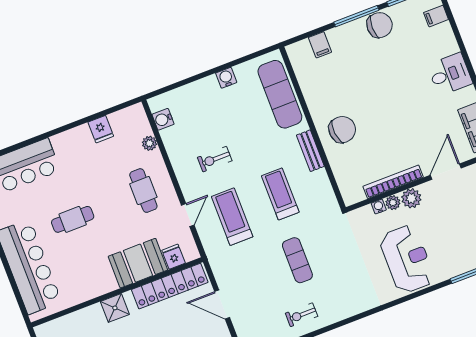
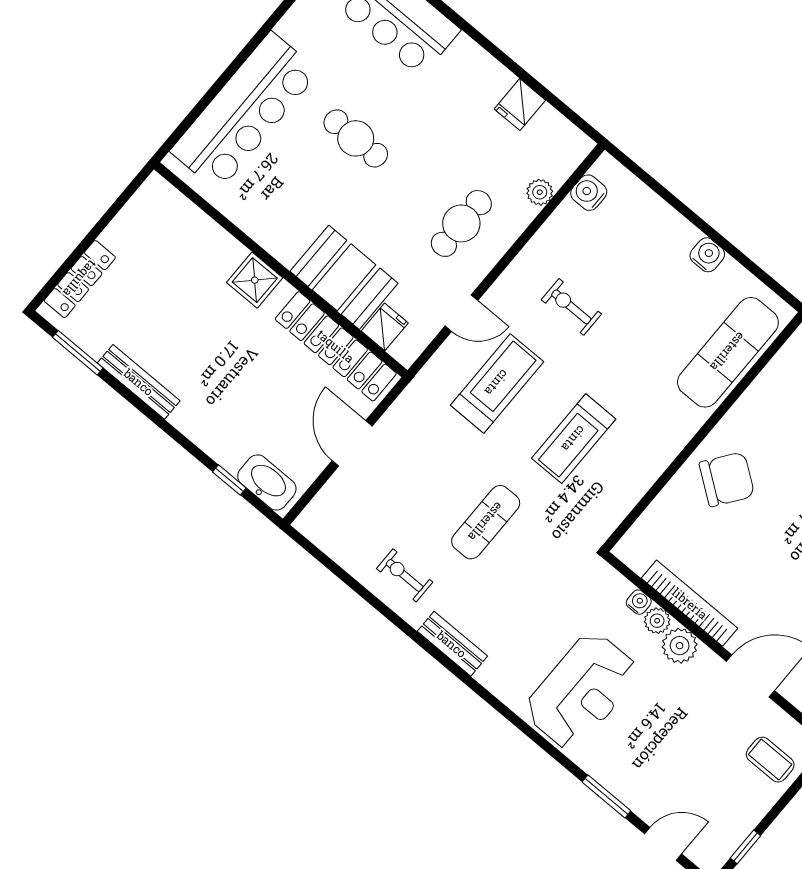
chair: (342, 130) -> (727, 479), turned -48
bench: (310, 151) -> (452, 644), moved, turned 90
treadmill: (280, 194) -> (574, 439), turned 180

